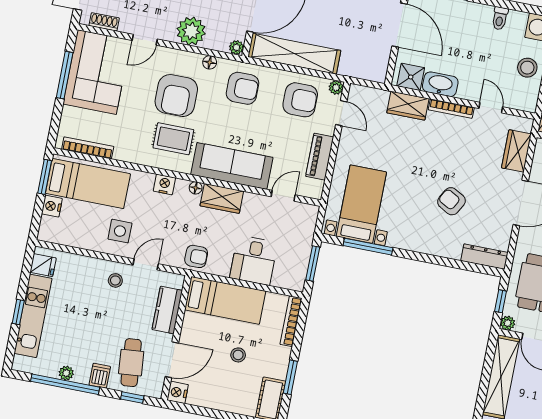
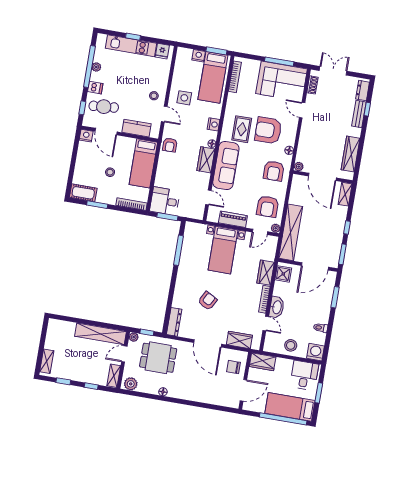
plant: (191, 31) -> (308, 139), removed
shelving: (294, 54) -> (291, 232), moved
washbasin: (440, 84) -> (277, 307), moved
door: (491, 108) -> (266, 324), hinge flipped
bed with nightstands: (361, 204) -> (223, 250), moved, turned 90
desk: (254, 260) -> (165, 201), moved

